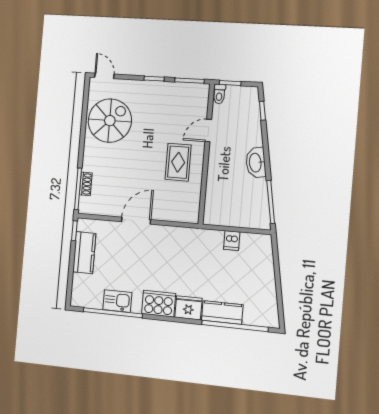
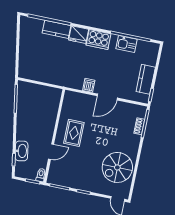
washbasin: (256, 163) -> (21, 151), moved
dishwasher: (232, 241) -> (89, 85), moved

